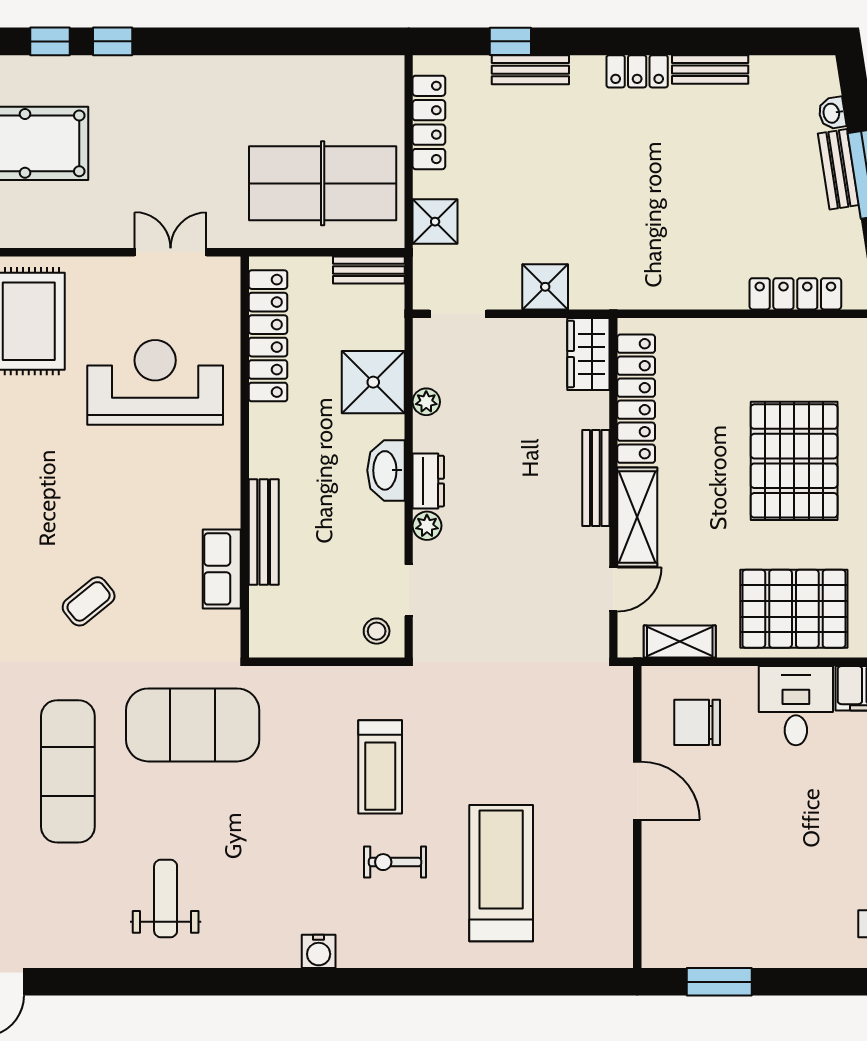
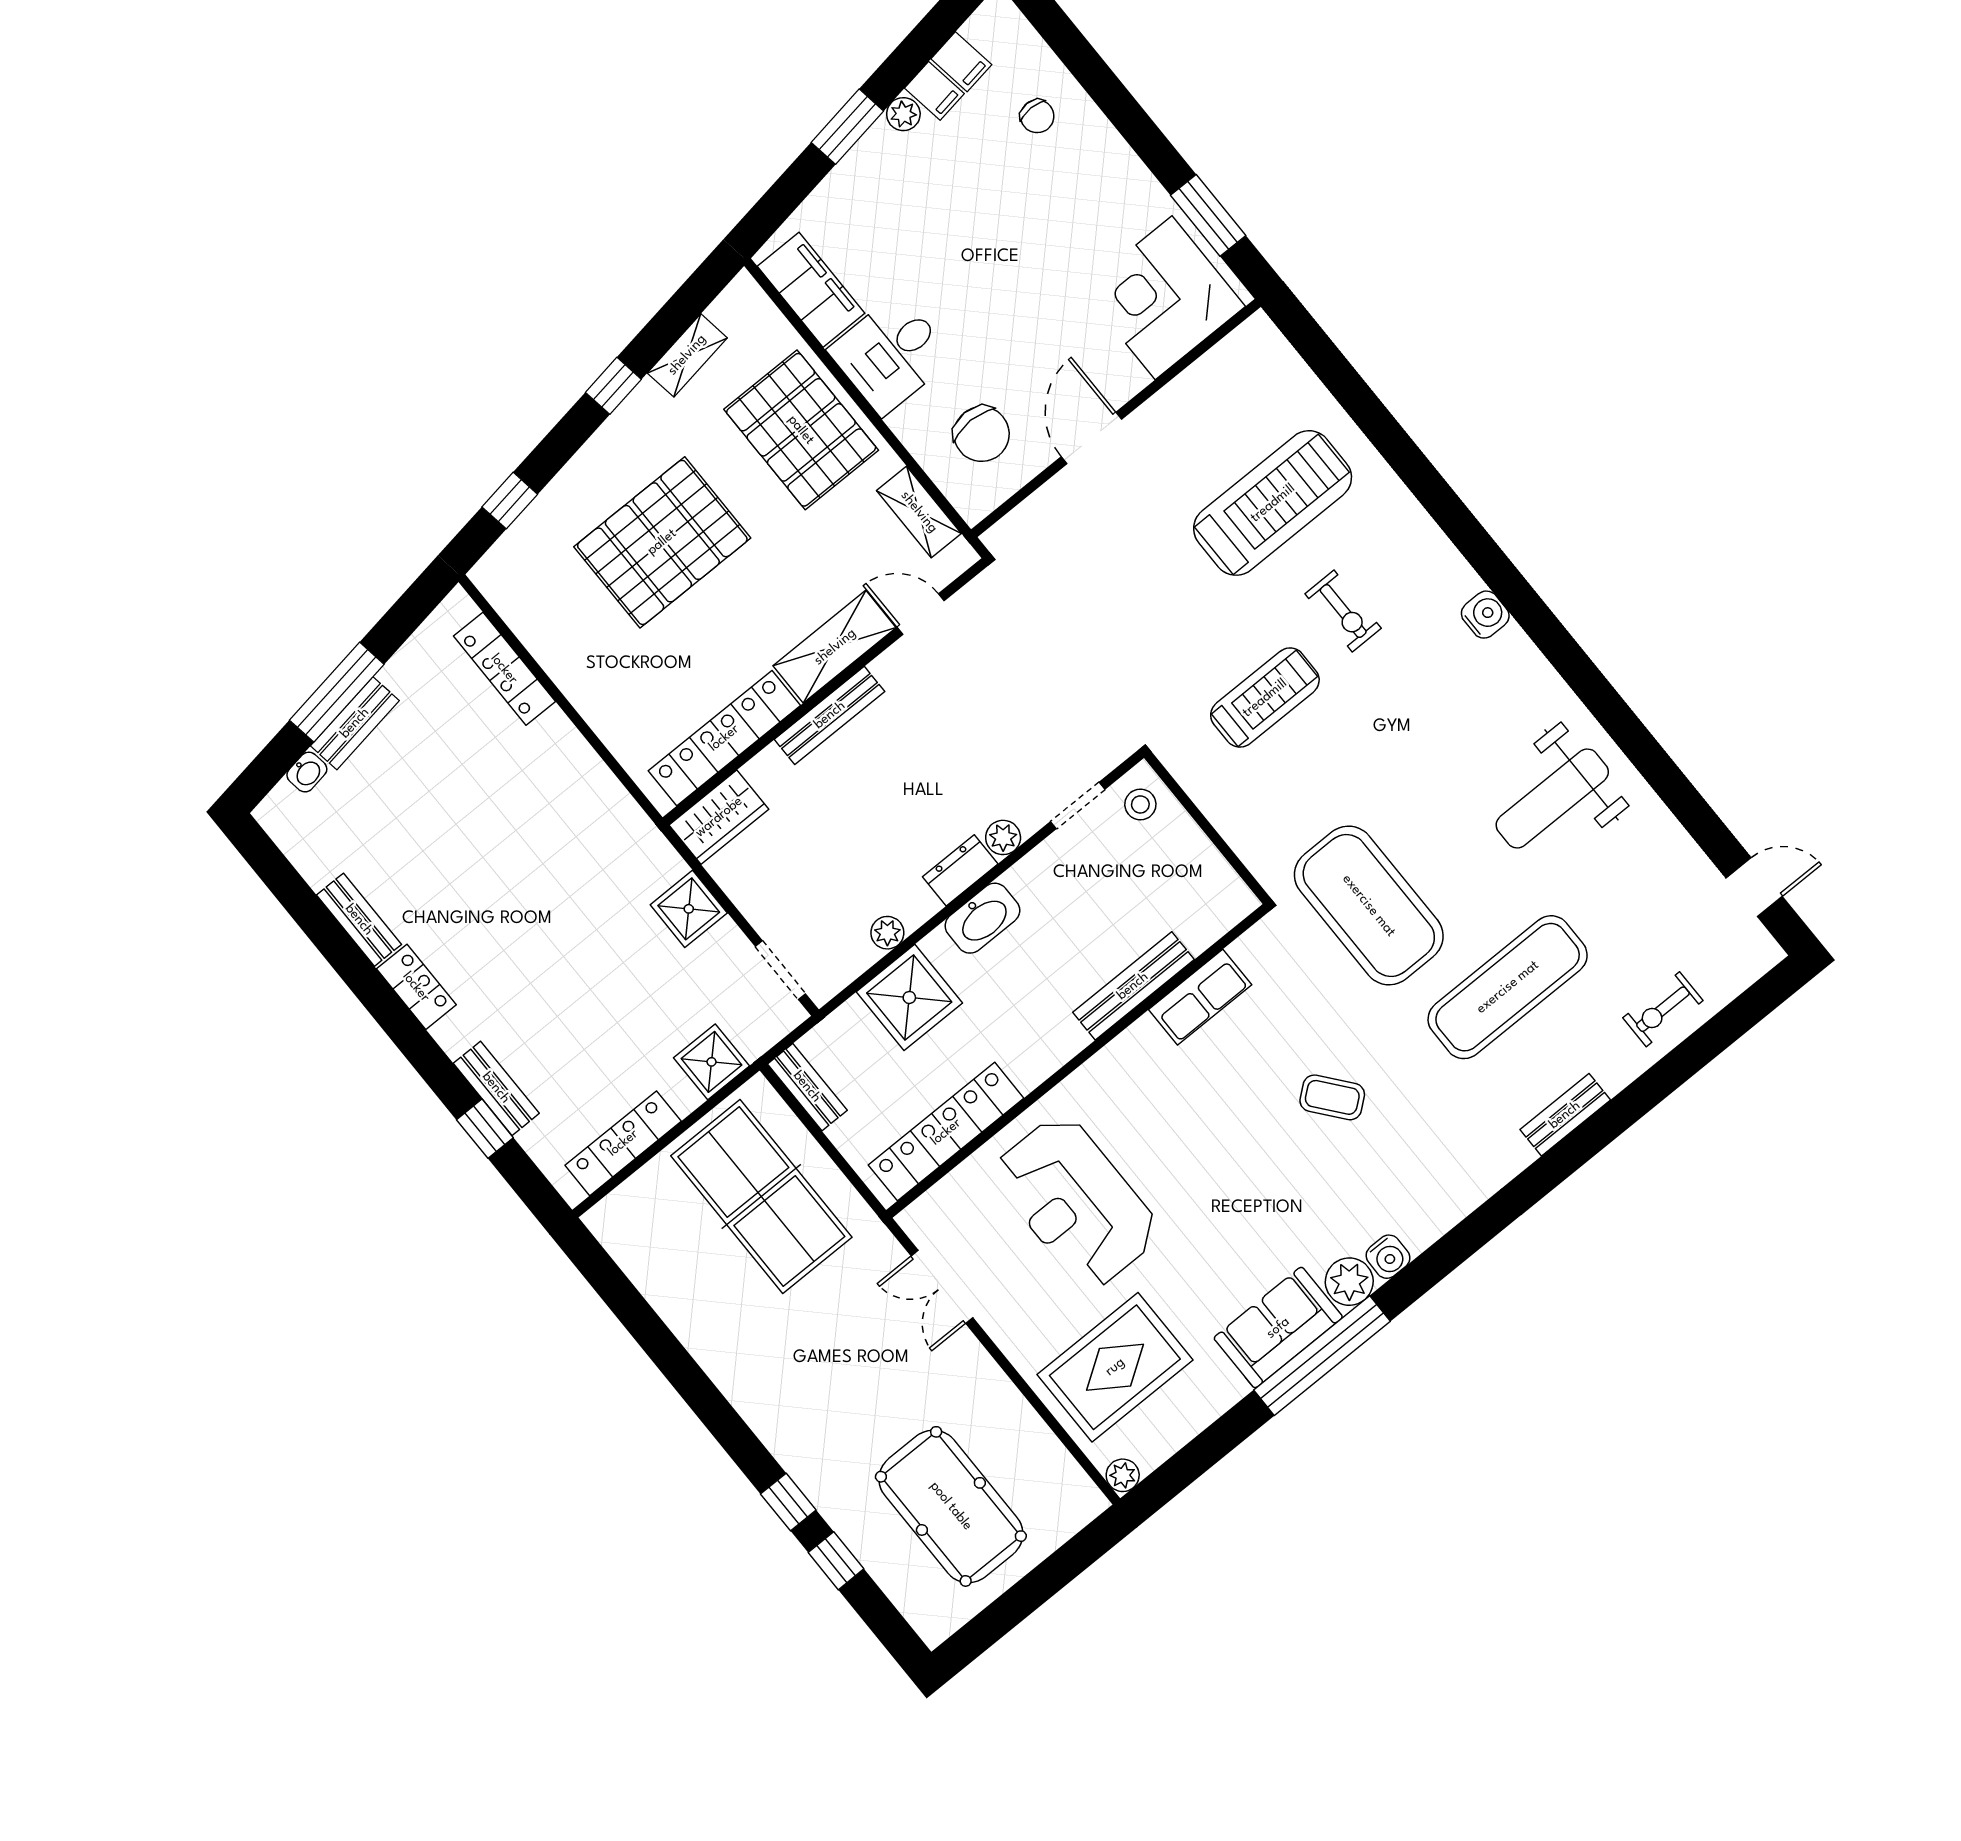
treadmill: (501, 873) -> (1273, 503), turned 180
weight bench: (166, 899) -> (1552, 798), width x1.36, depth x1.33
corner desk: (690, 910) -> (1164, 298), added

